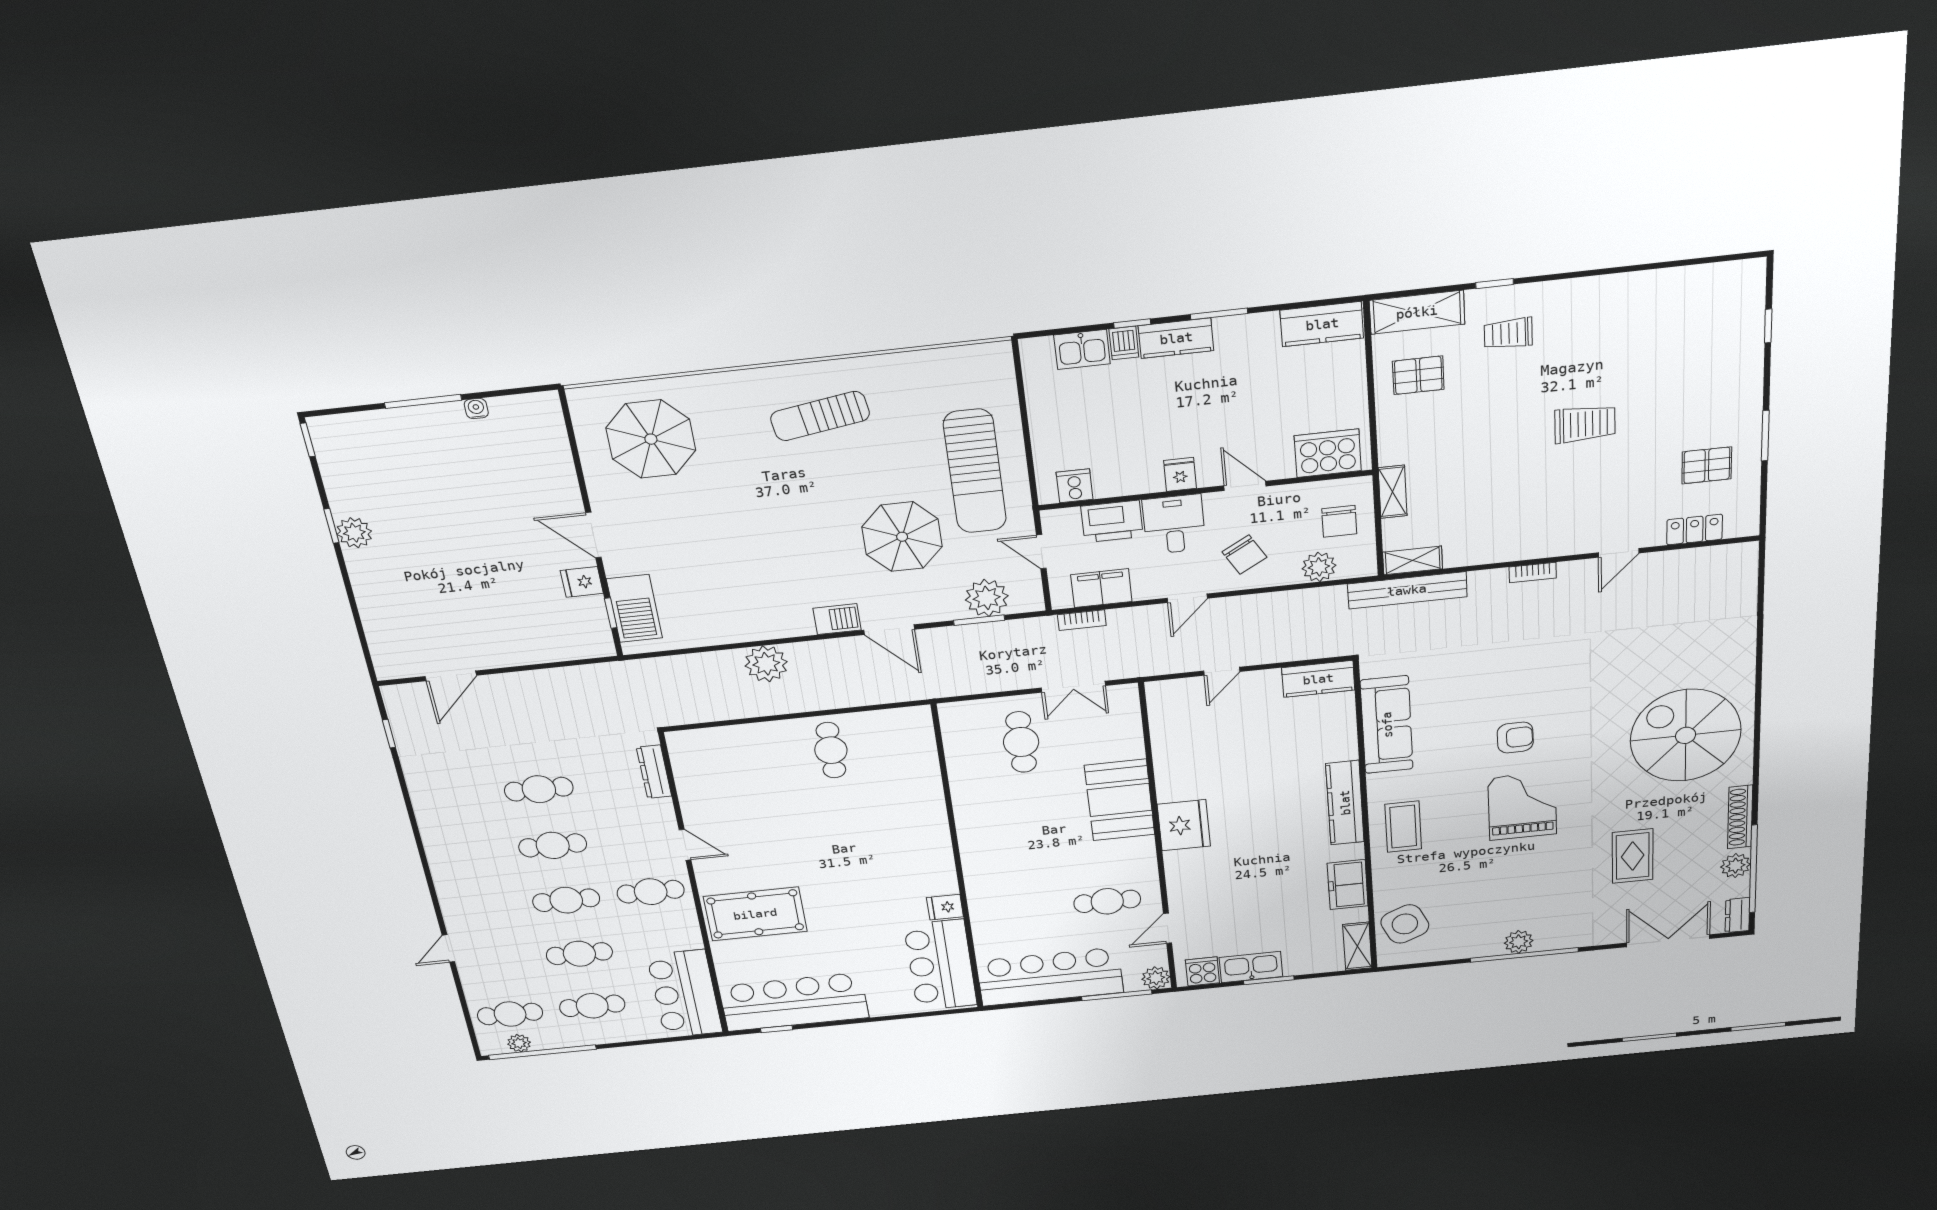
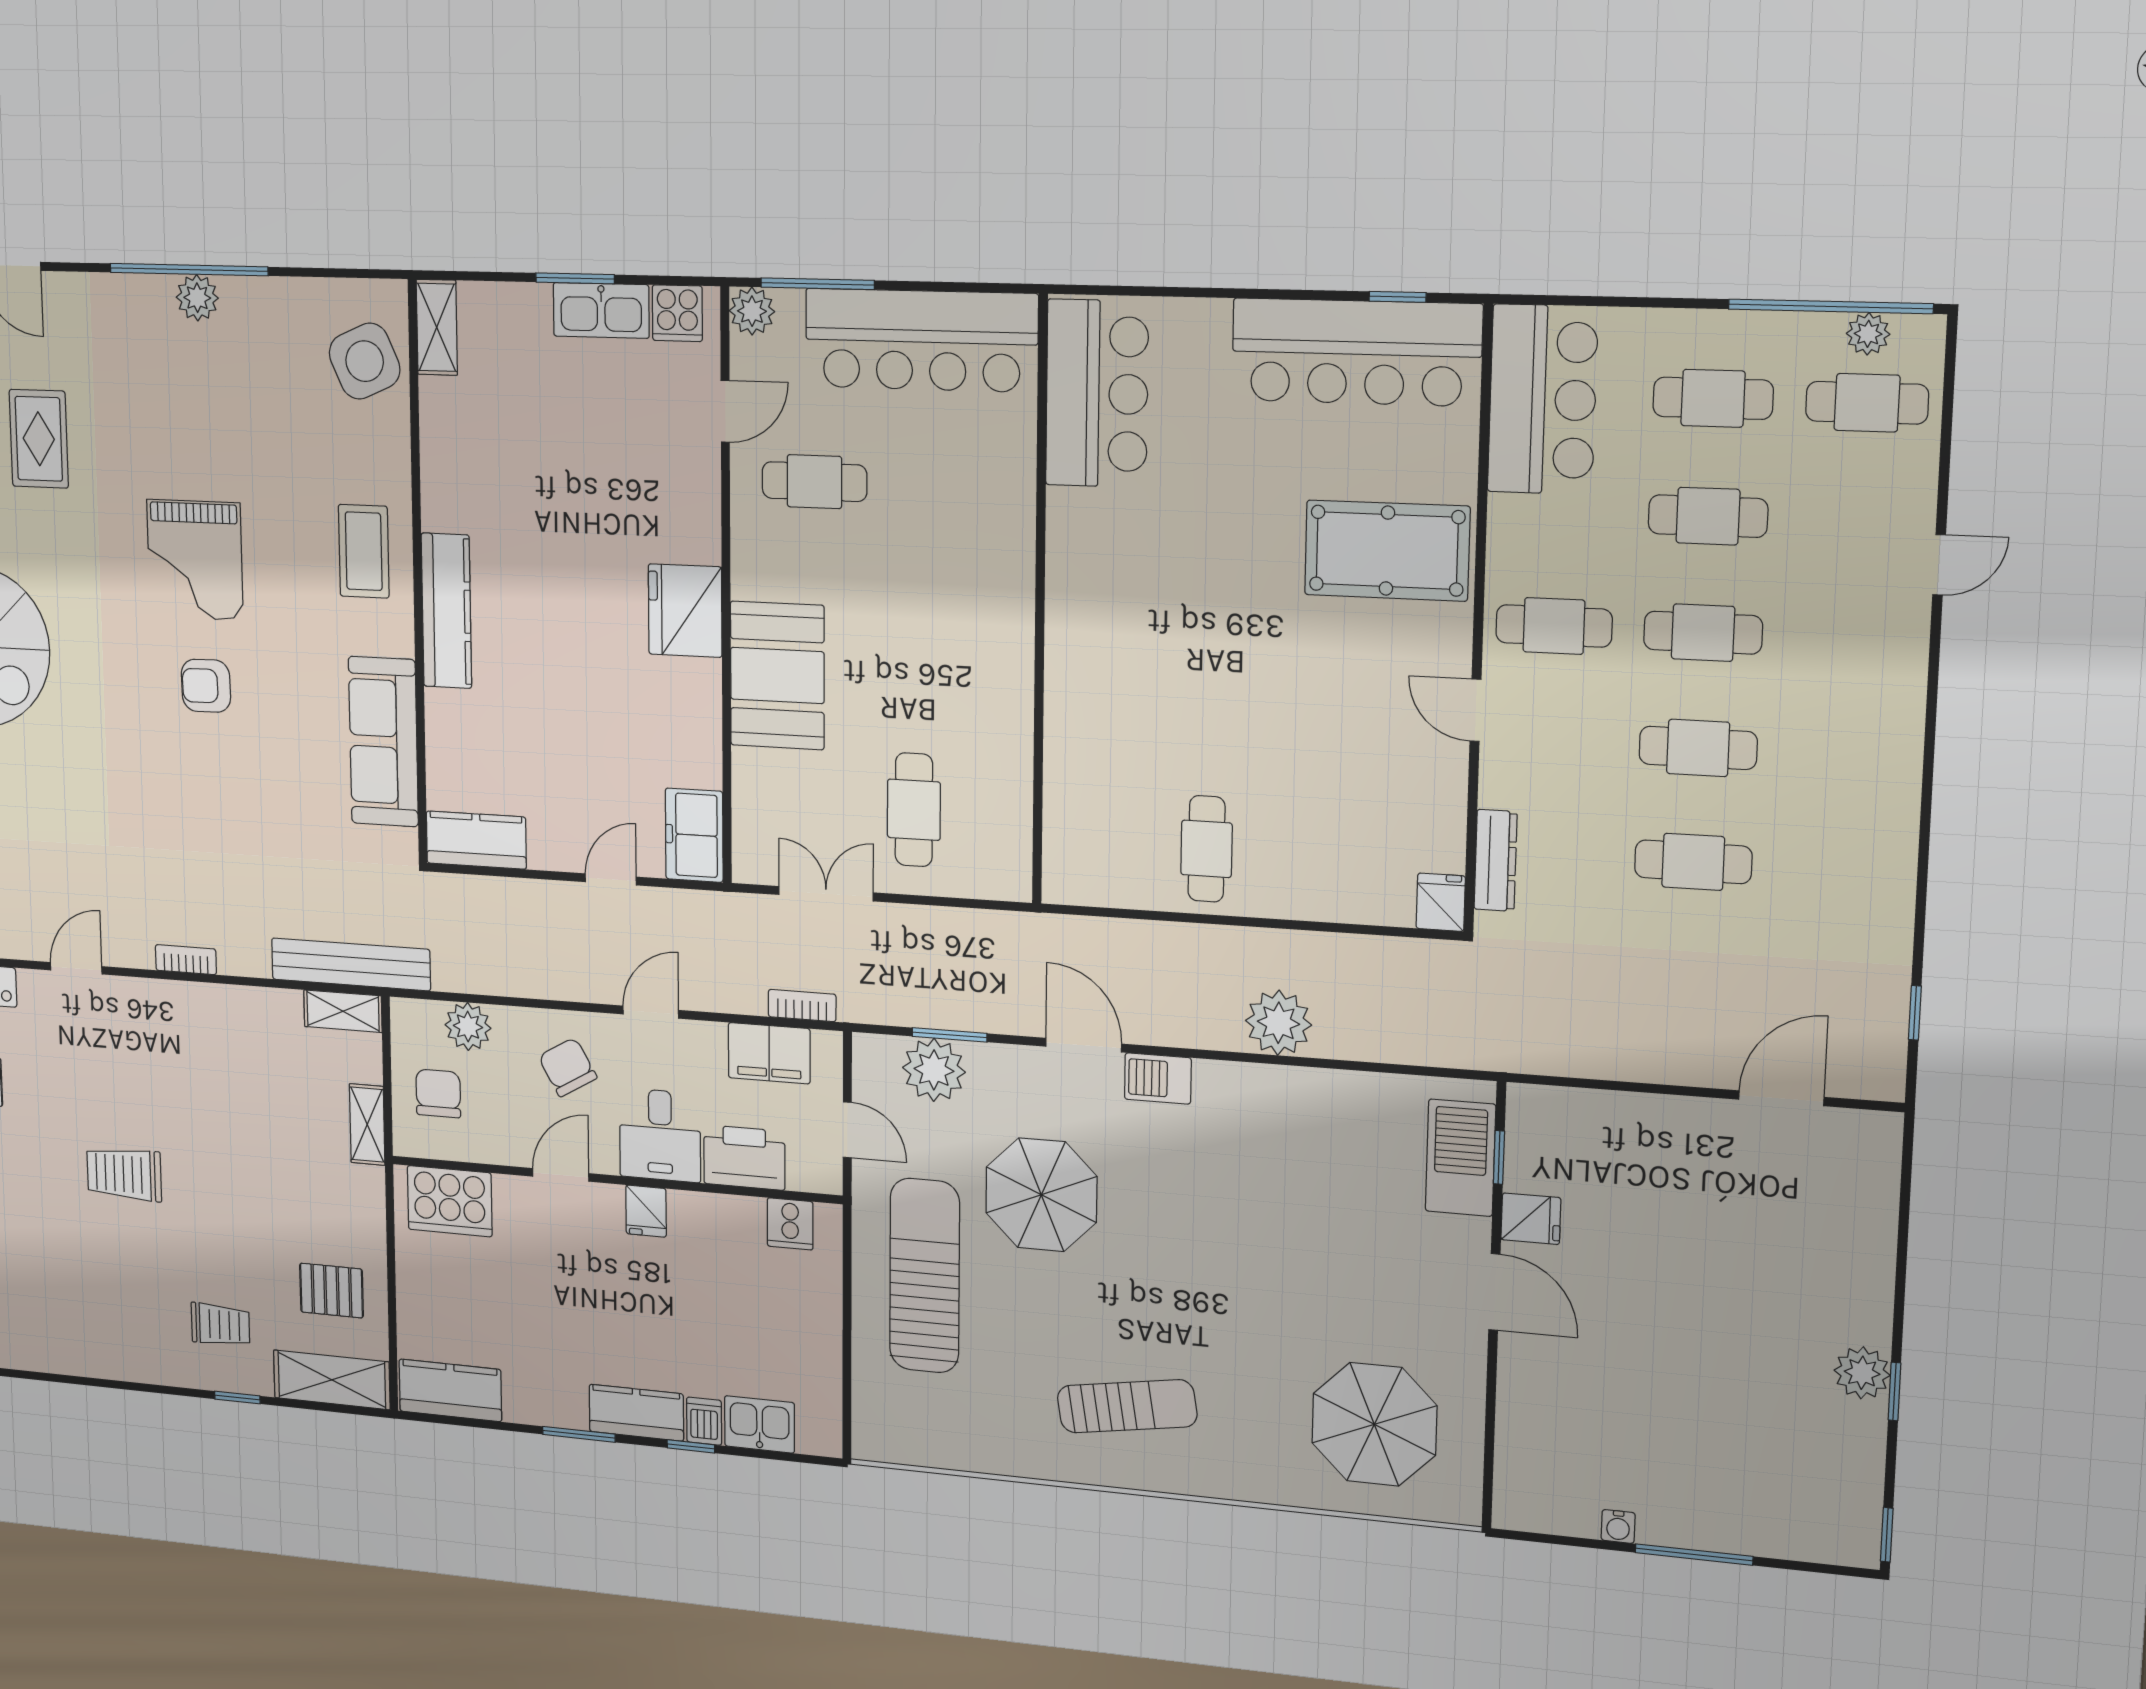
door: (1245, 486) -> (561, 1175), swing flipped
freezer: (1348, 885) -> (694, 835), moved, turned 180
fridge: (945, 907) -> (1441, 902), moved, turned -90

